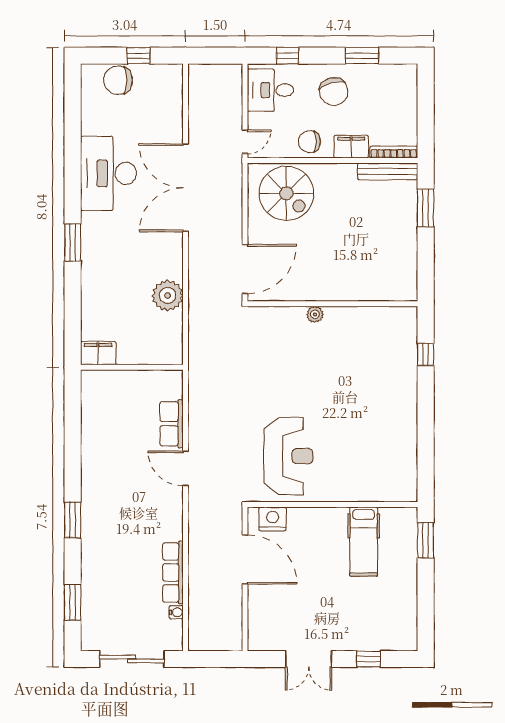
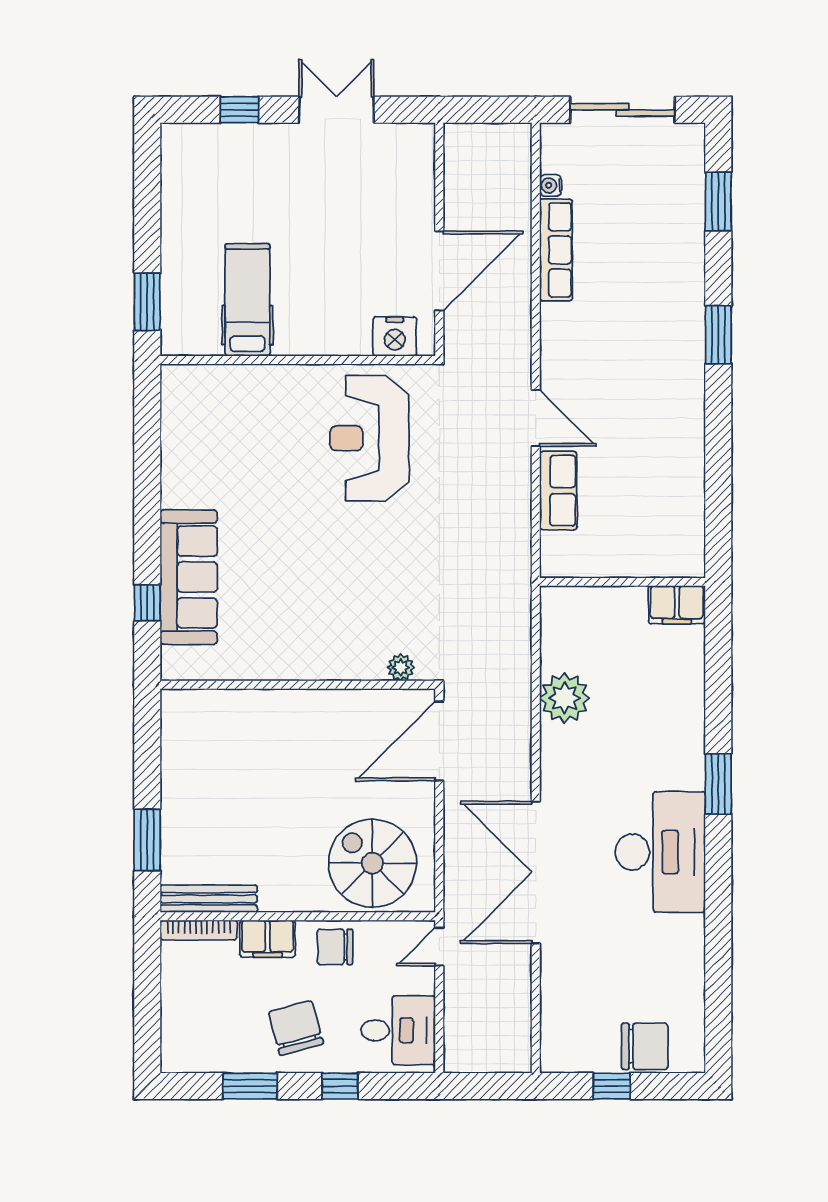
window: (288, 56) -> (340, 1086), moved
chair: (309, 142) -> (335, 947), turned 180
desk: (108, 173) -> (660, 852), moved
double door: (185, 188) -> (536, 872), swing flipped
plant: (315, 314) -> (401, 667), moved
sofa: (400, 370) -> (189, 577), added
door: (245, 559) -> (439, 271), swing flipped

